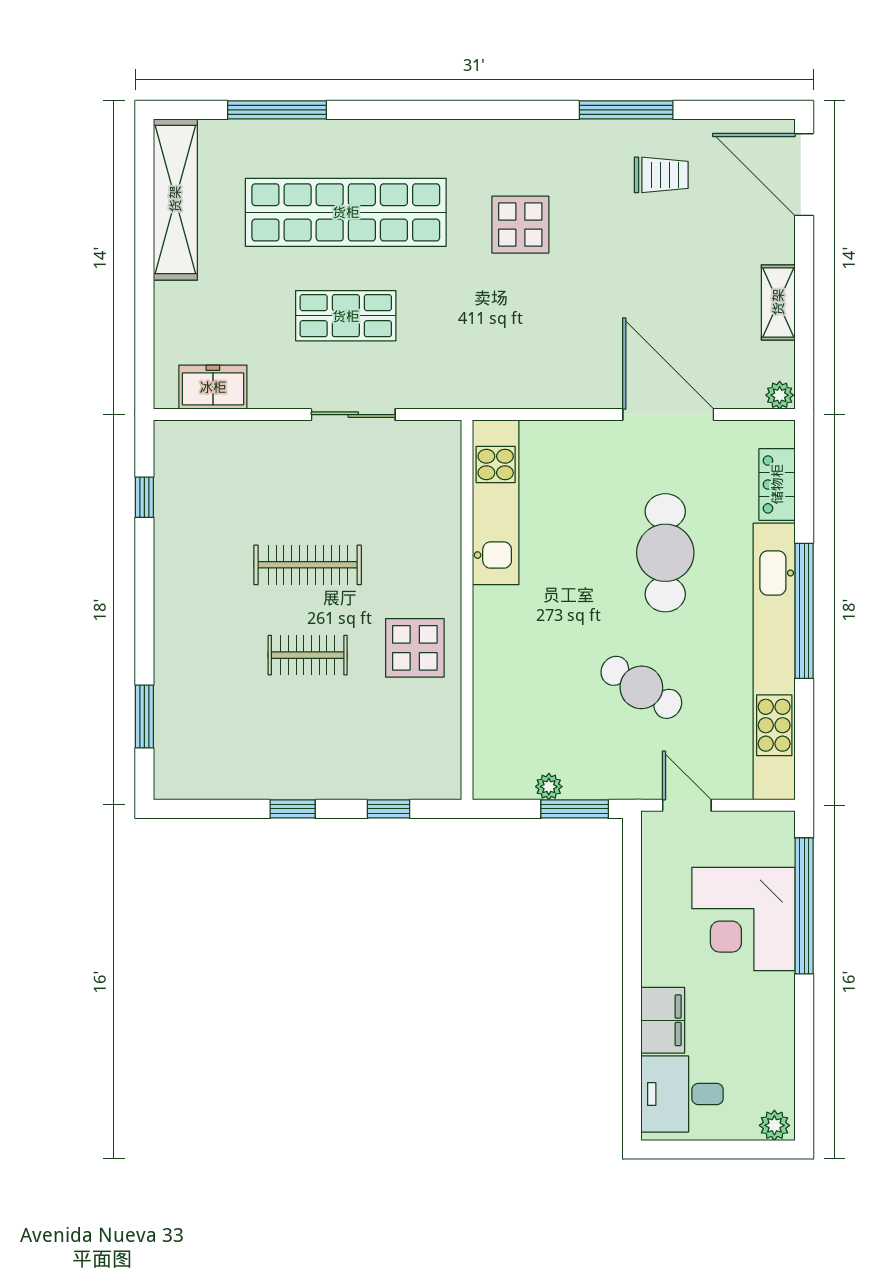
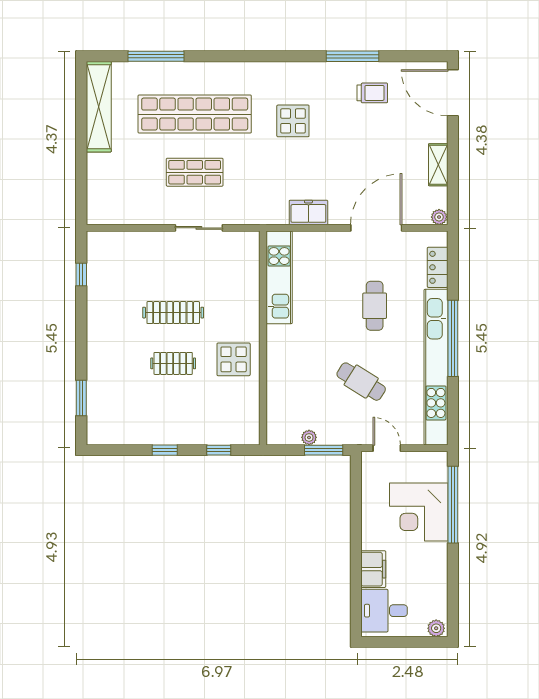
freezer: (213, 387) -> (308, 212), moved
door: (668, 415) -> (376, 228), hinge flipped
cafe table: (665, 553) -> (375, 306), width x0.73, depth x0.74

